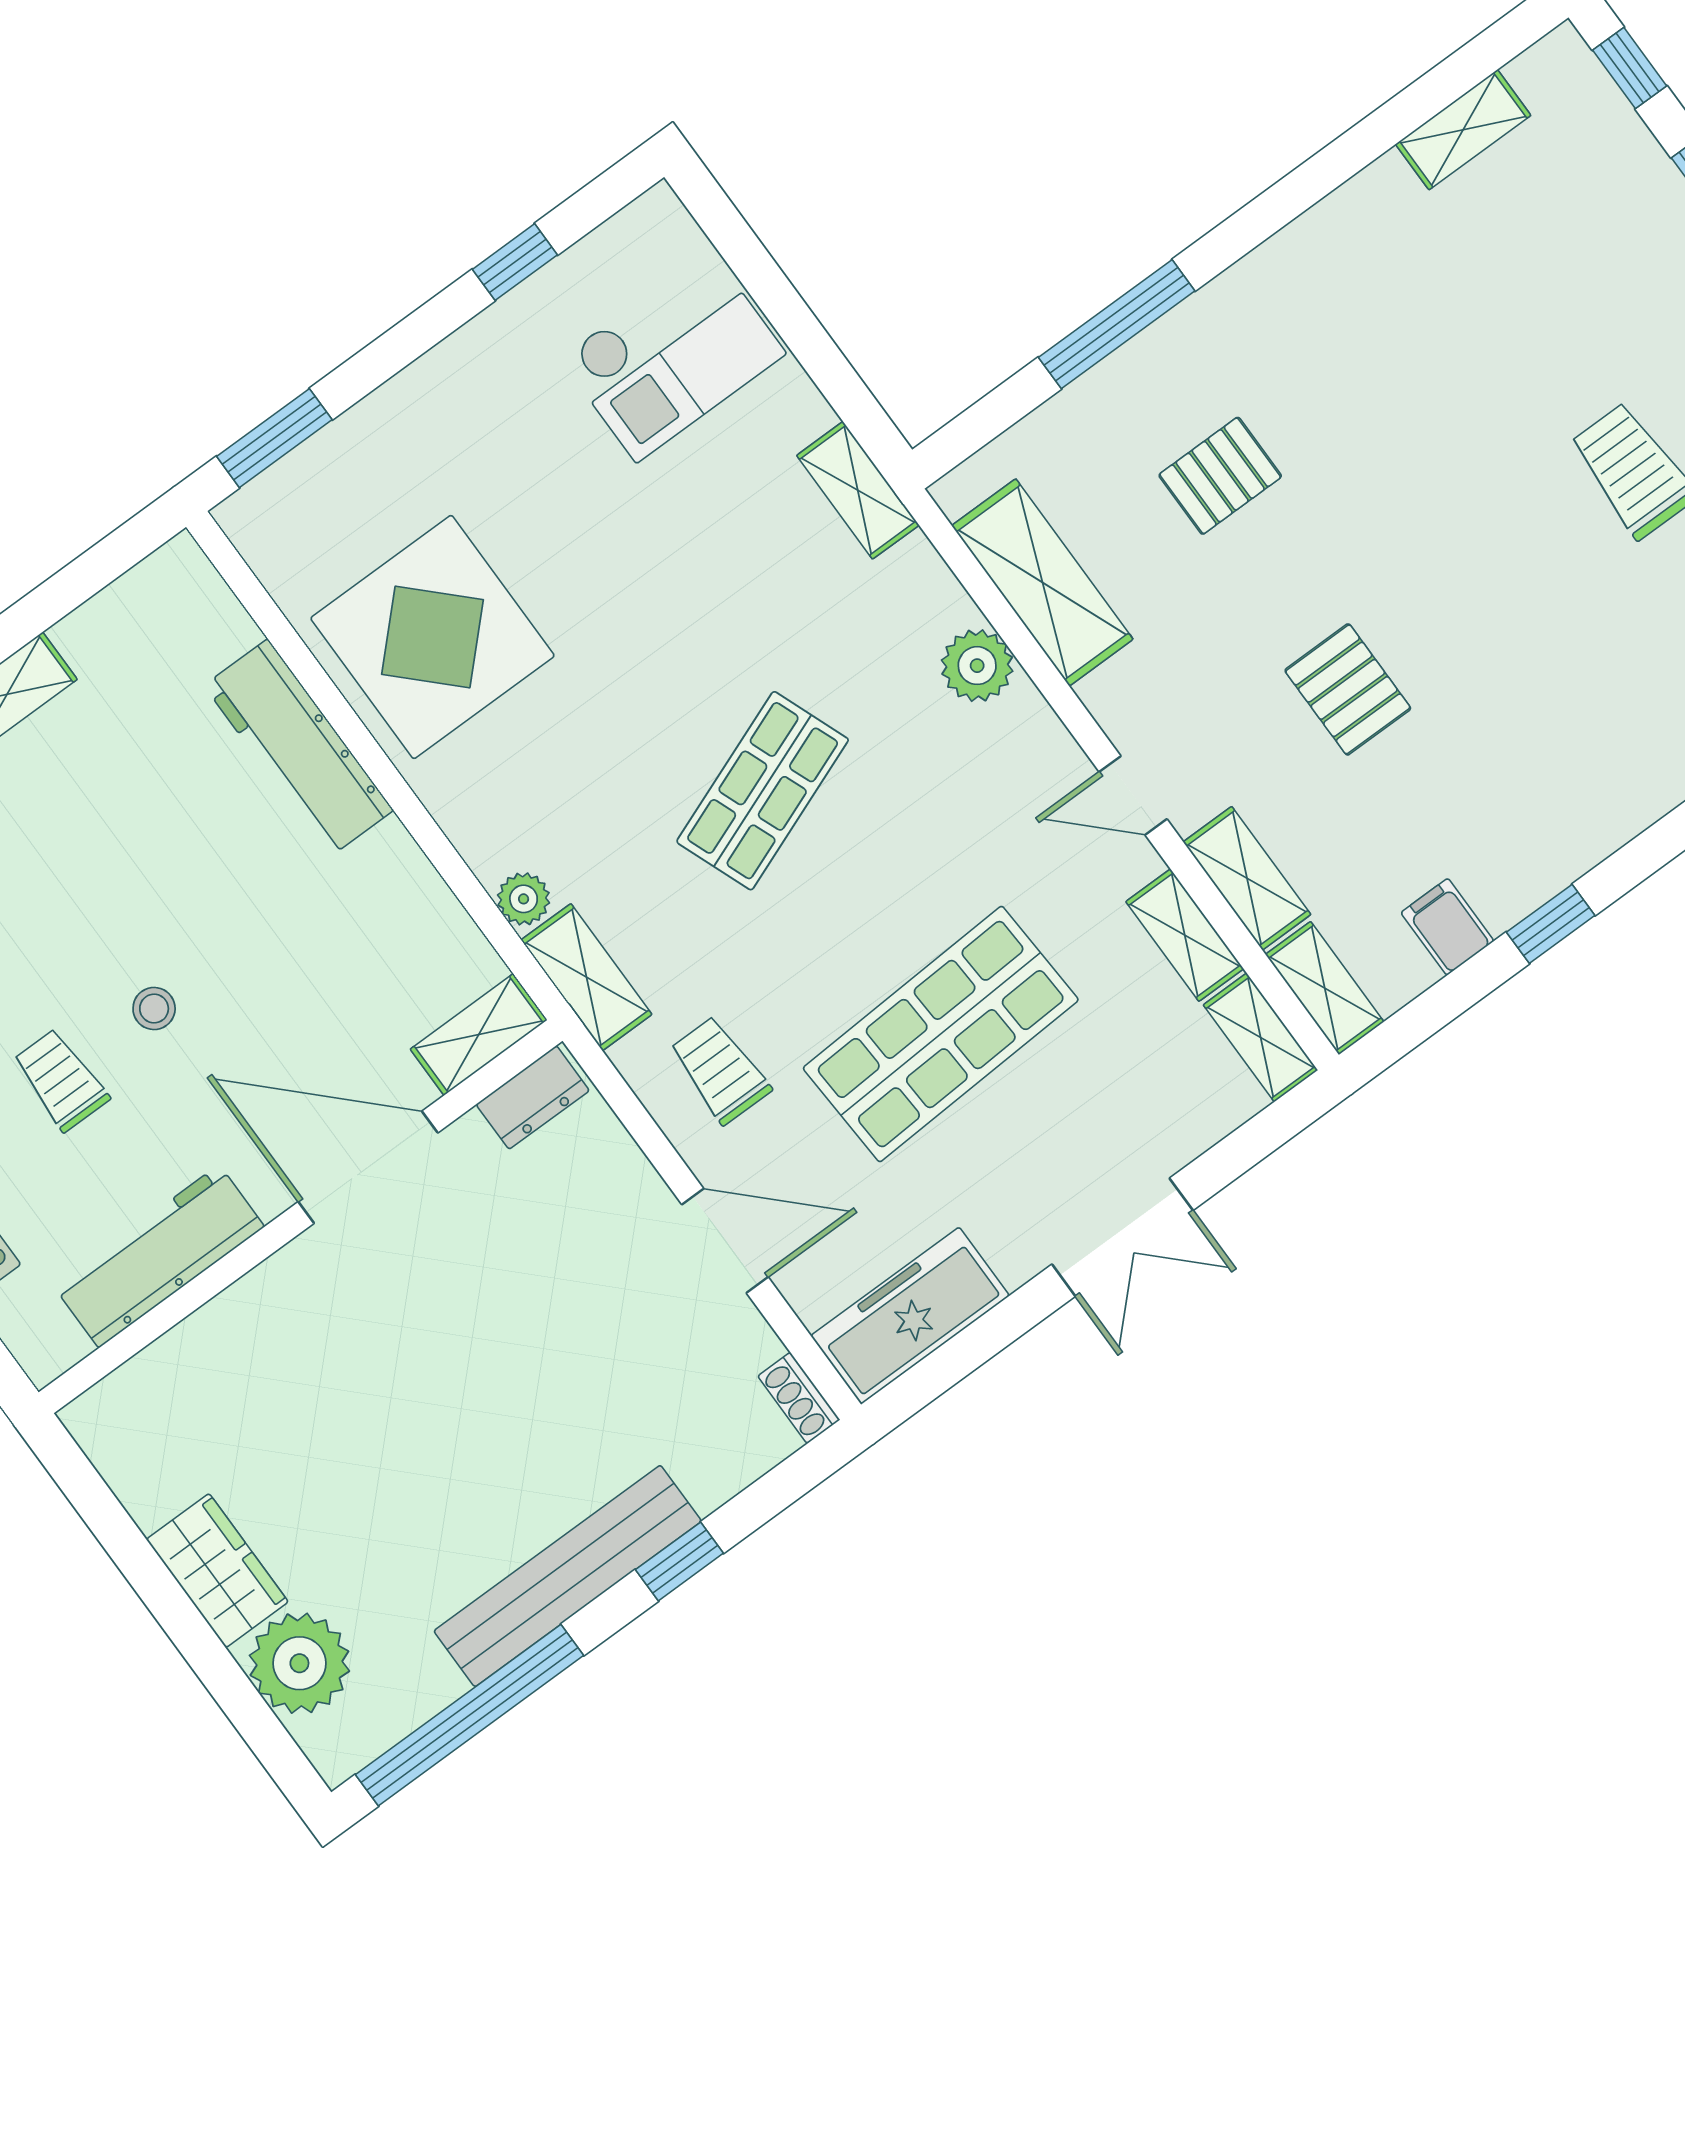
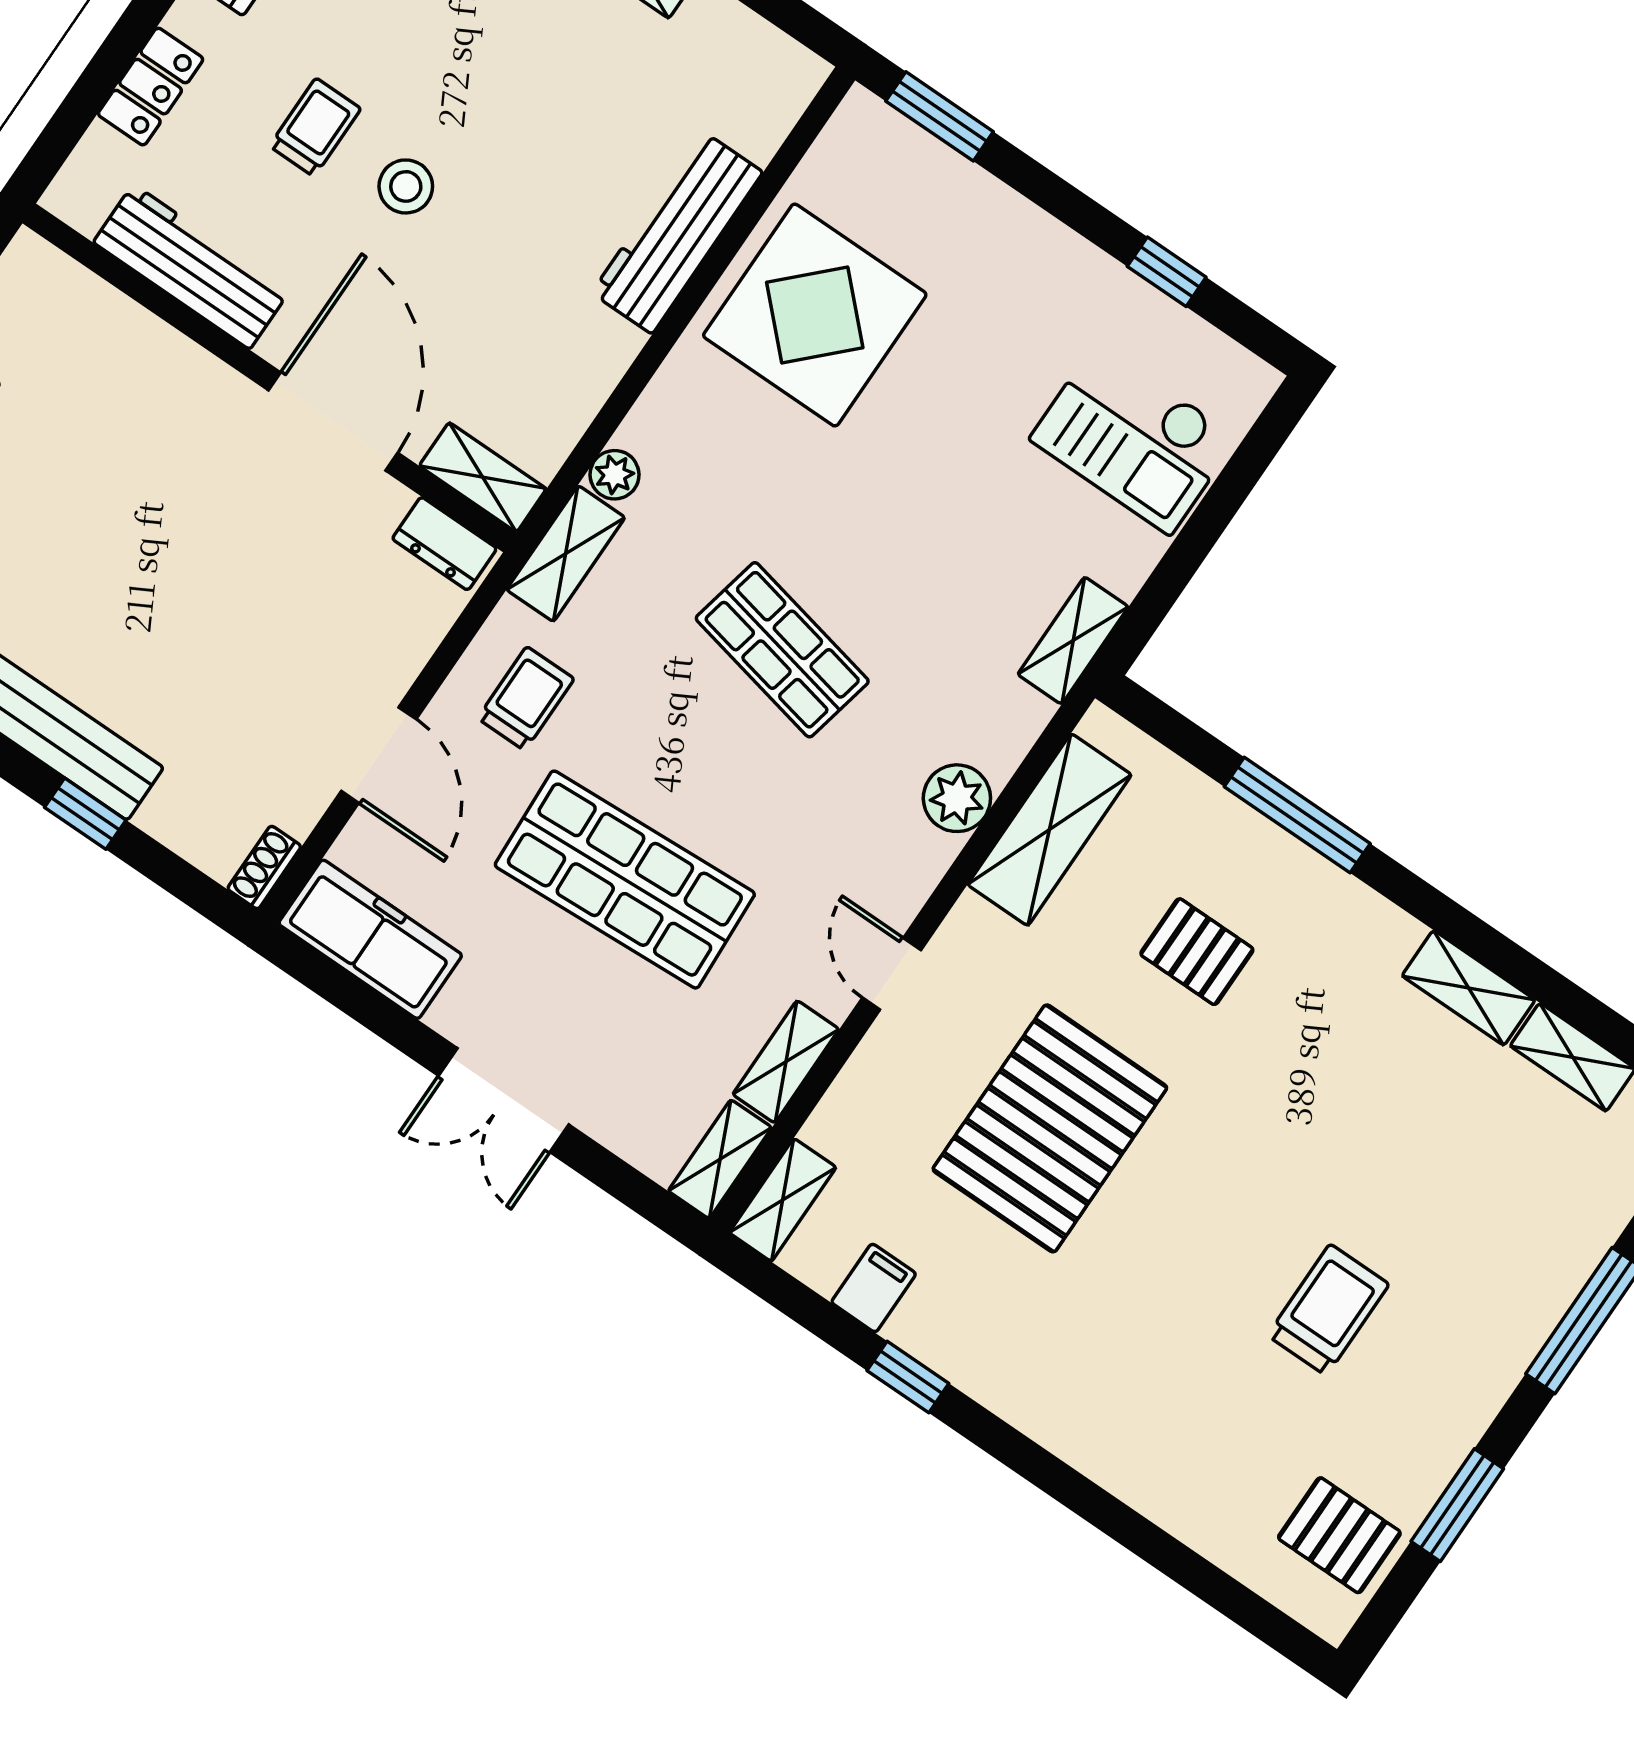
pallet: (1348, 689) -> (1050, 1128), width x2.05, depth x2.00
shop shelf: (763, 791) -> (782, 650), turned 33
shelving: (1247, 878) -> (1469, 988), moved, turned 90
stool: (154, 1009) -> (406, 186), width x1.37, depth x1.37

